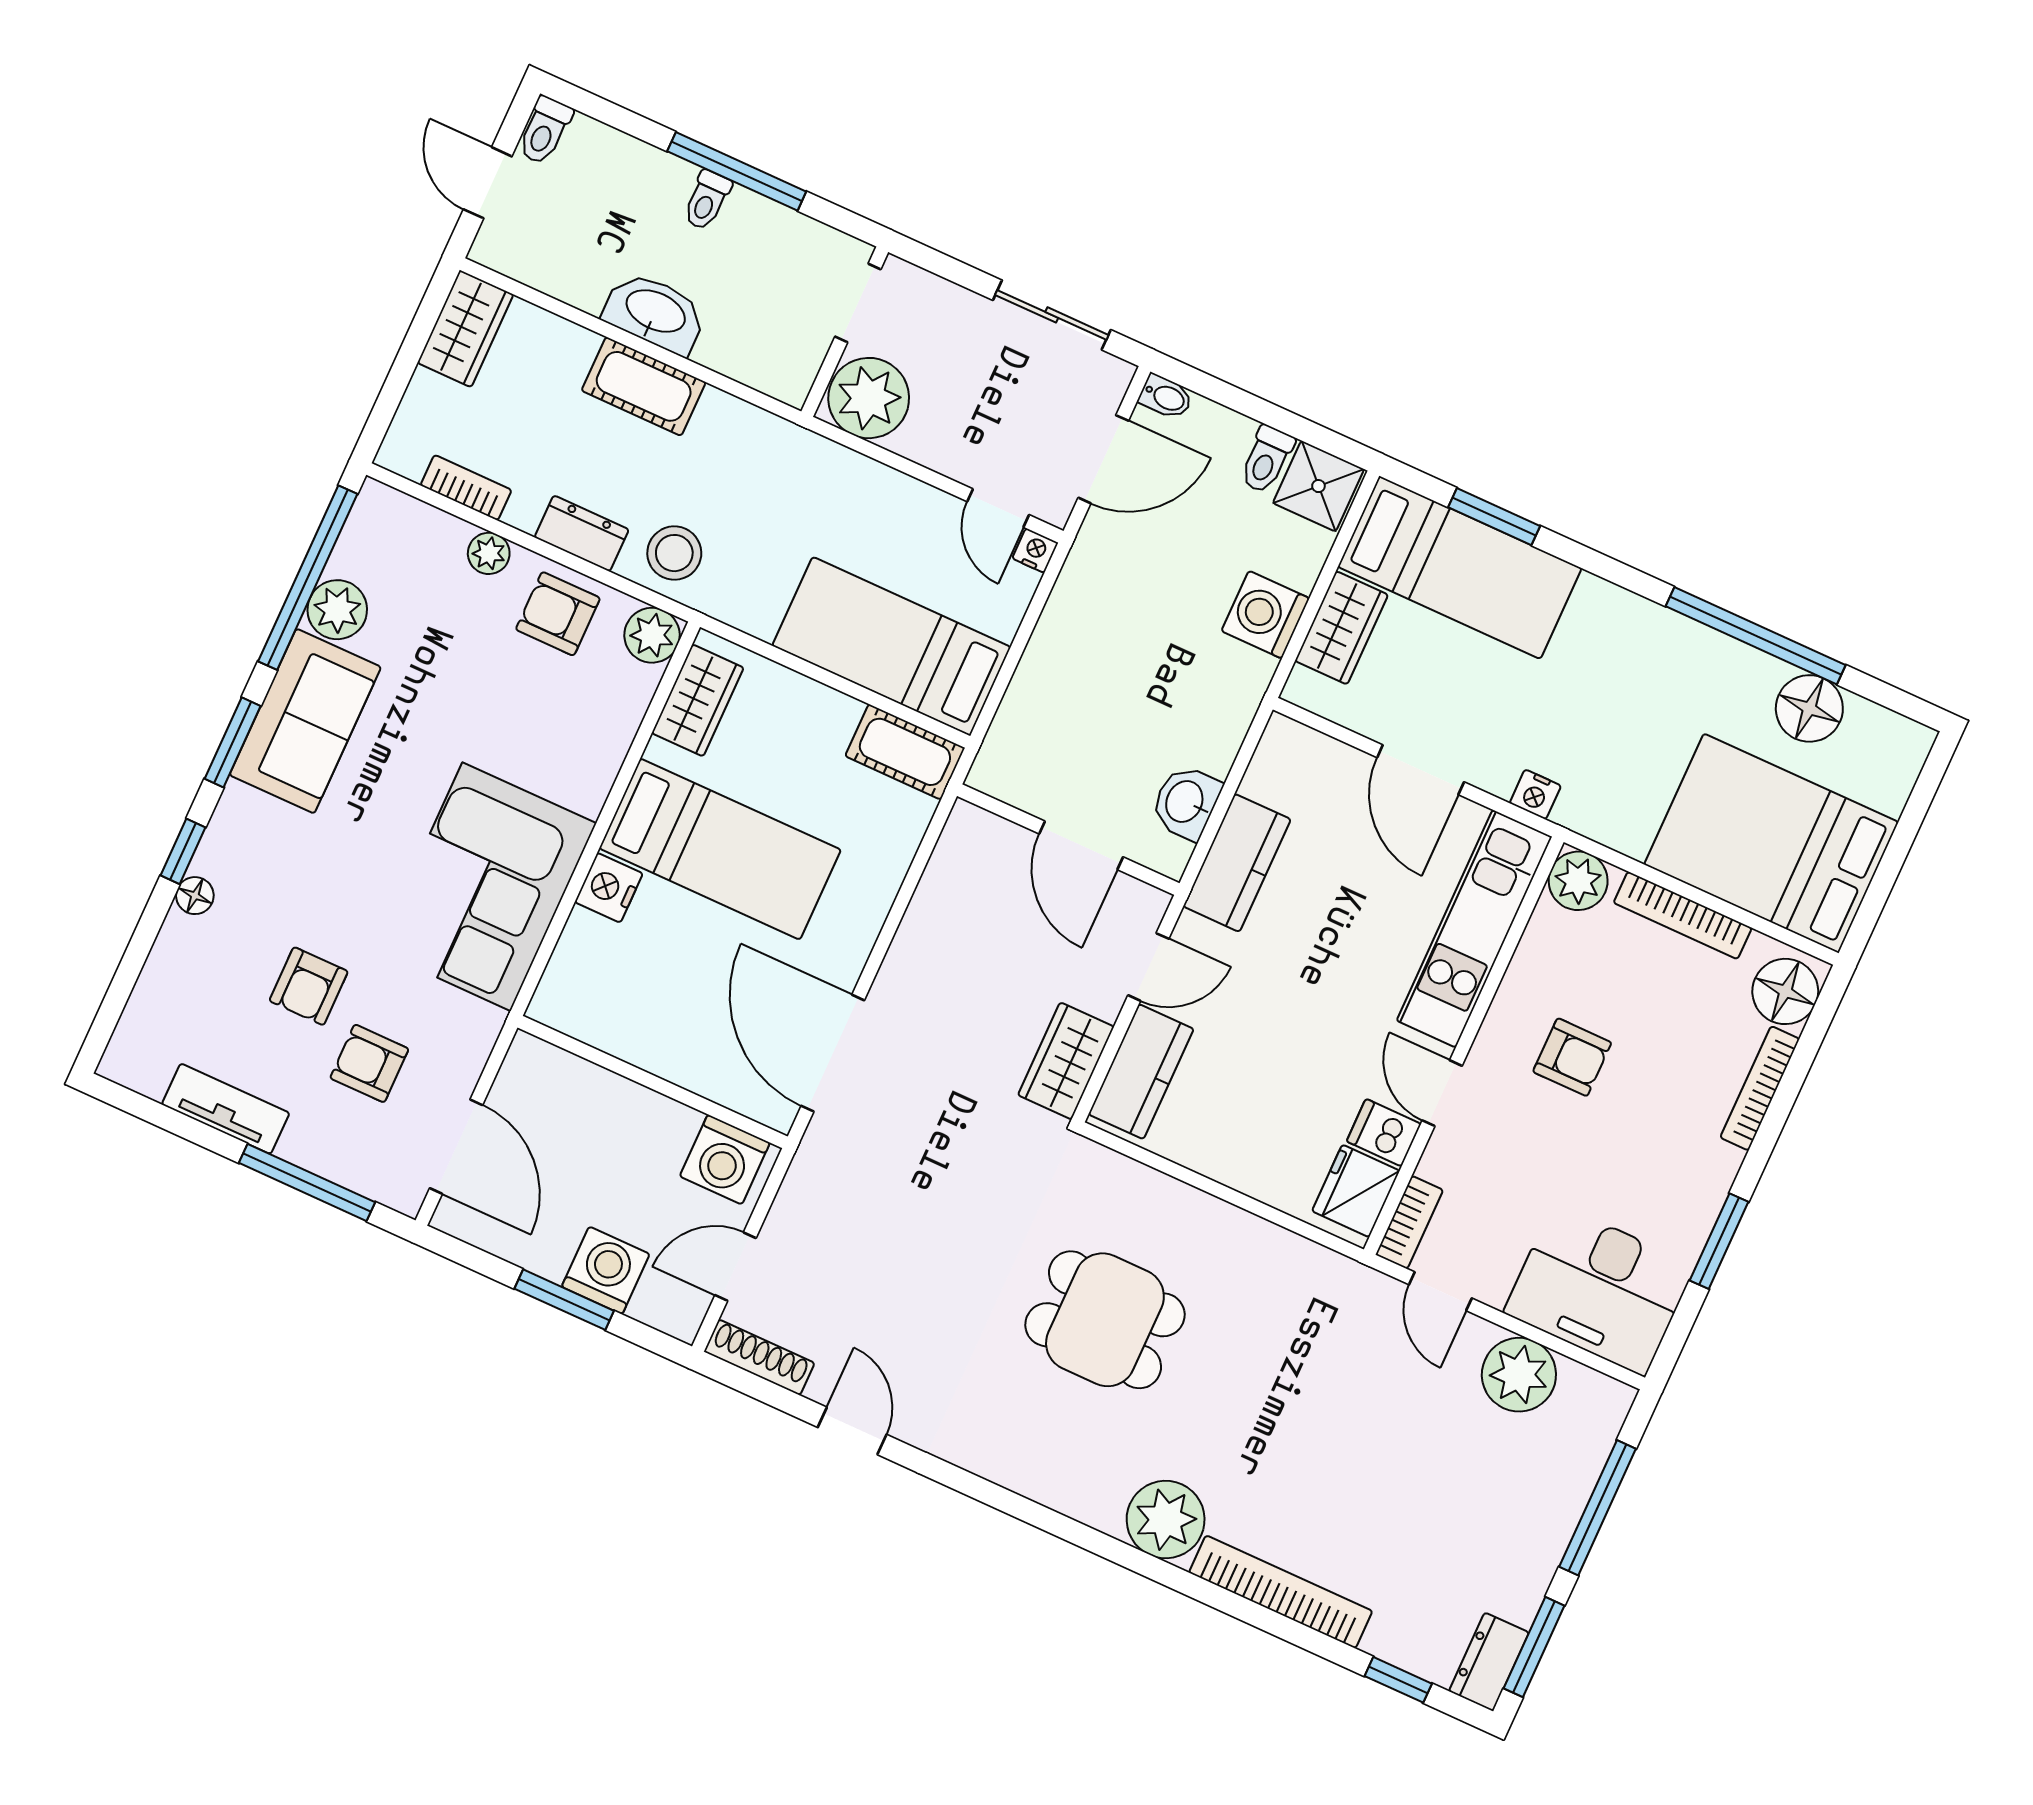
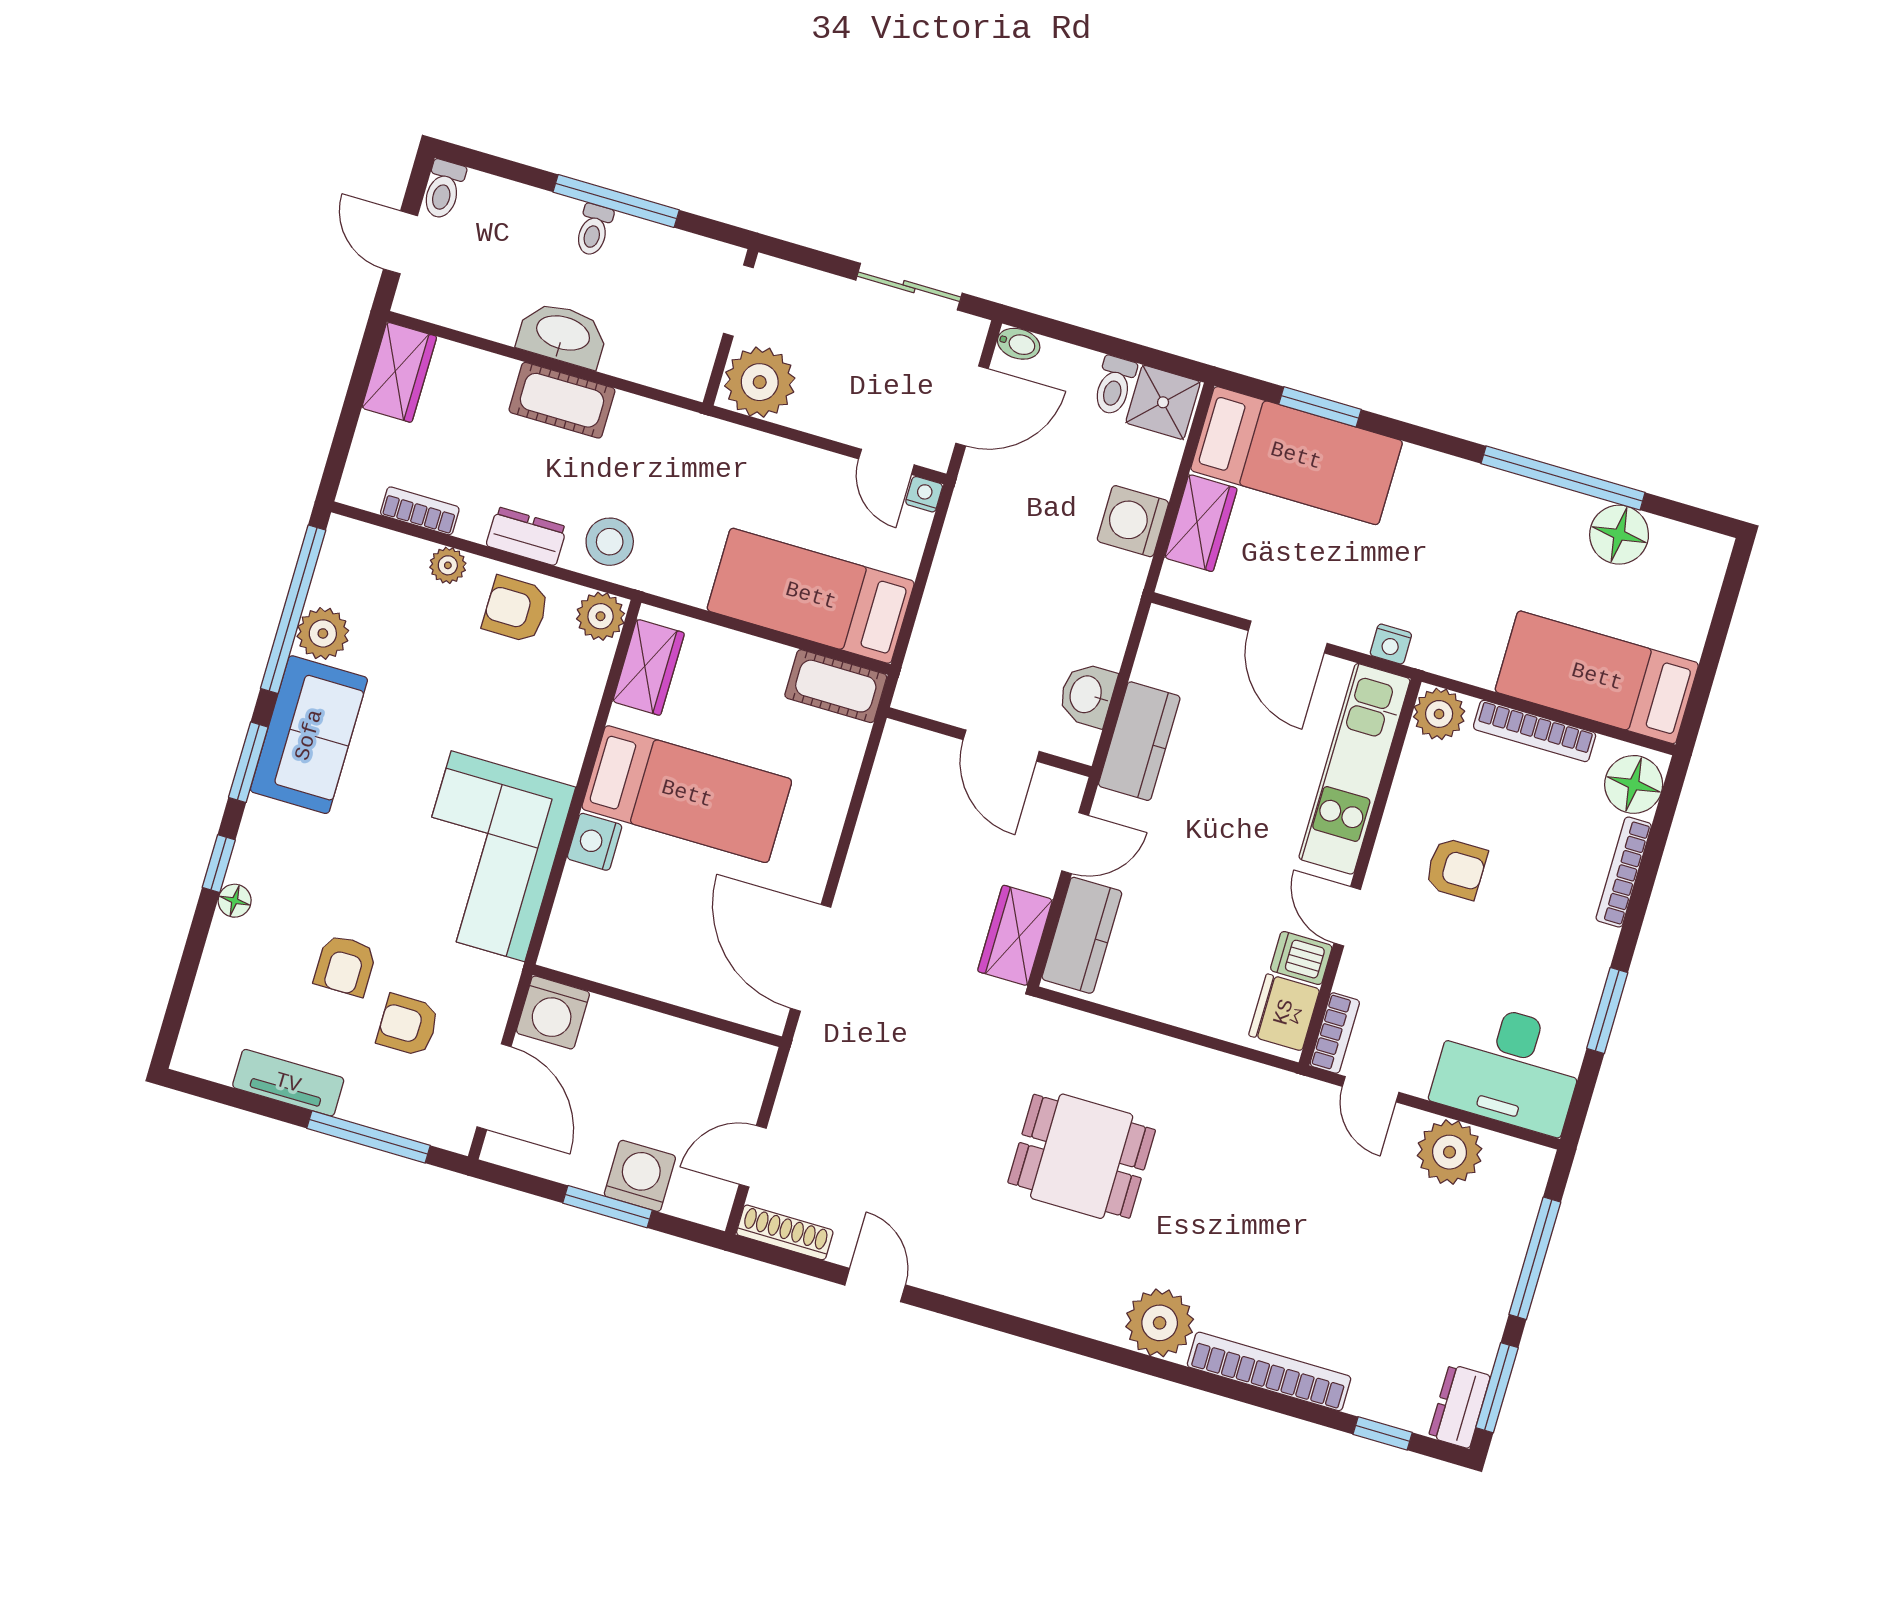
bed: (1771, 843) -> (1597, 677), width x0.67
washing machine: (725, 1159) -> (553, 1012), moved

